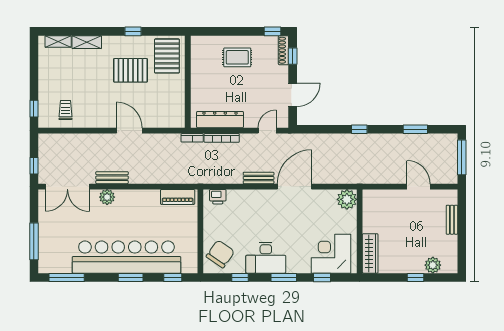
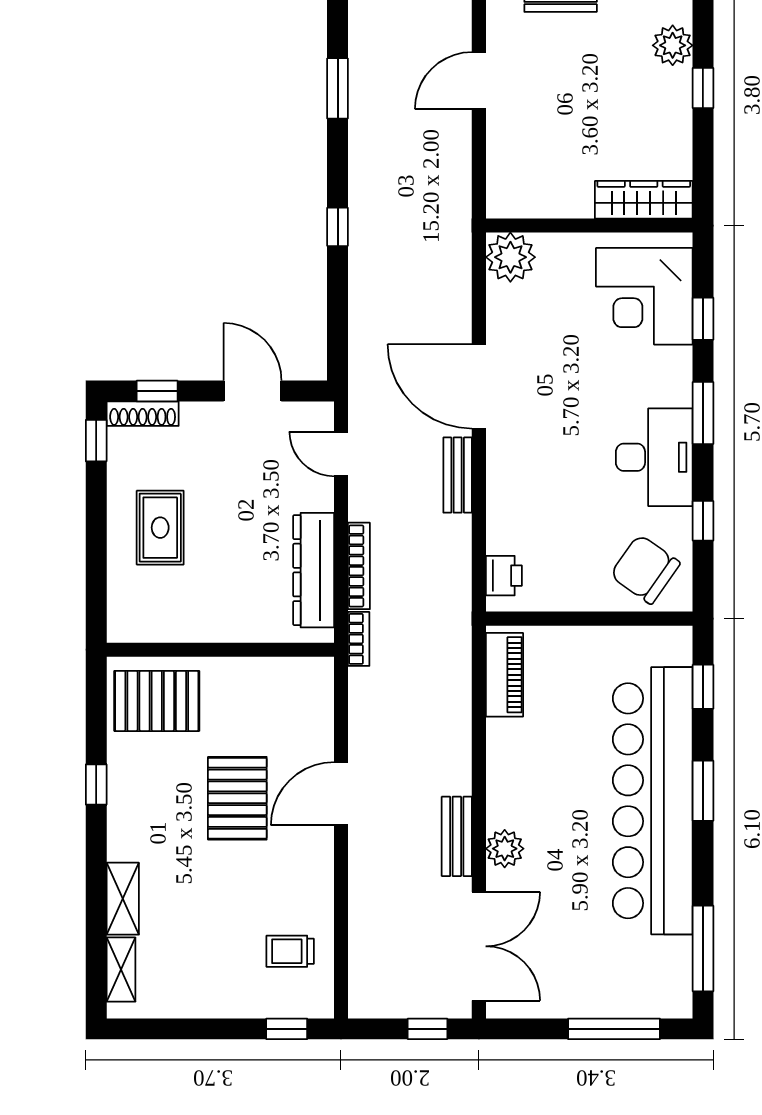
pallet: (130, 70) -> (237, 798), moved

